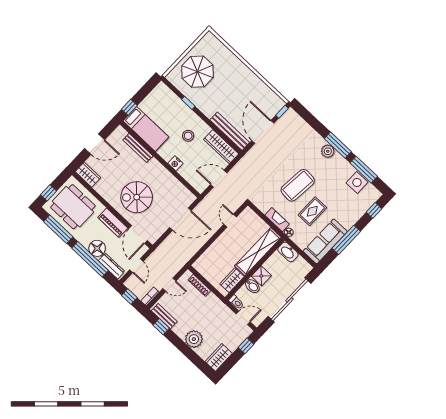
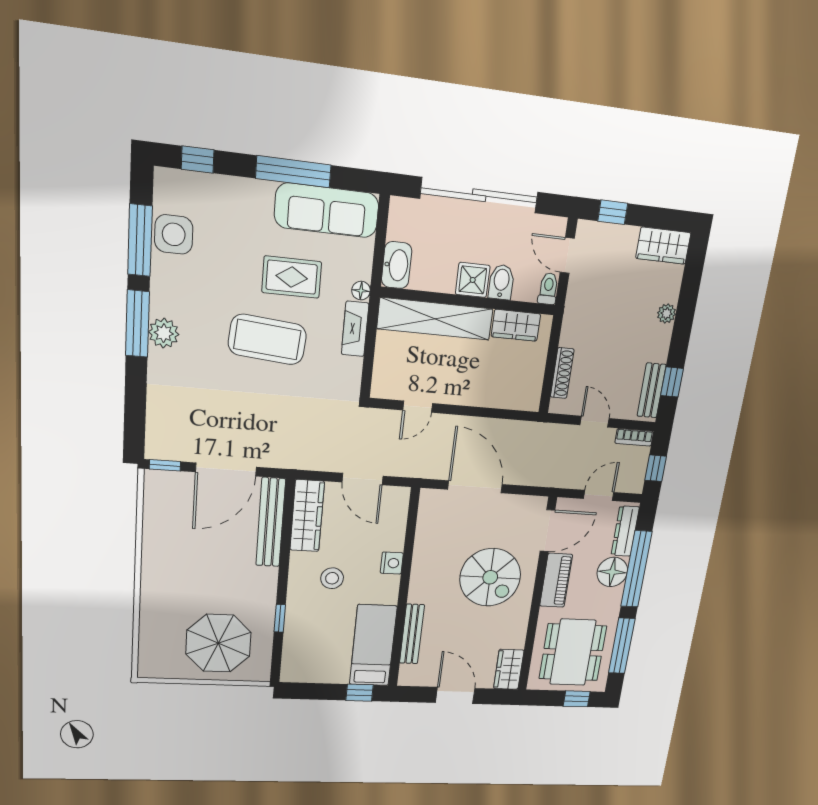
plant: (194, 339) -> (667, 314), width x0.53, depth x0.53

